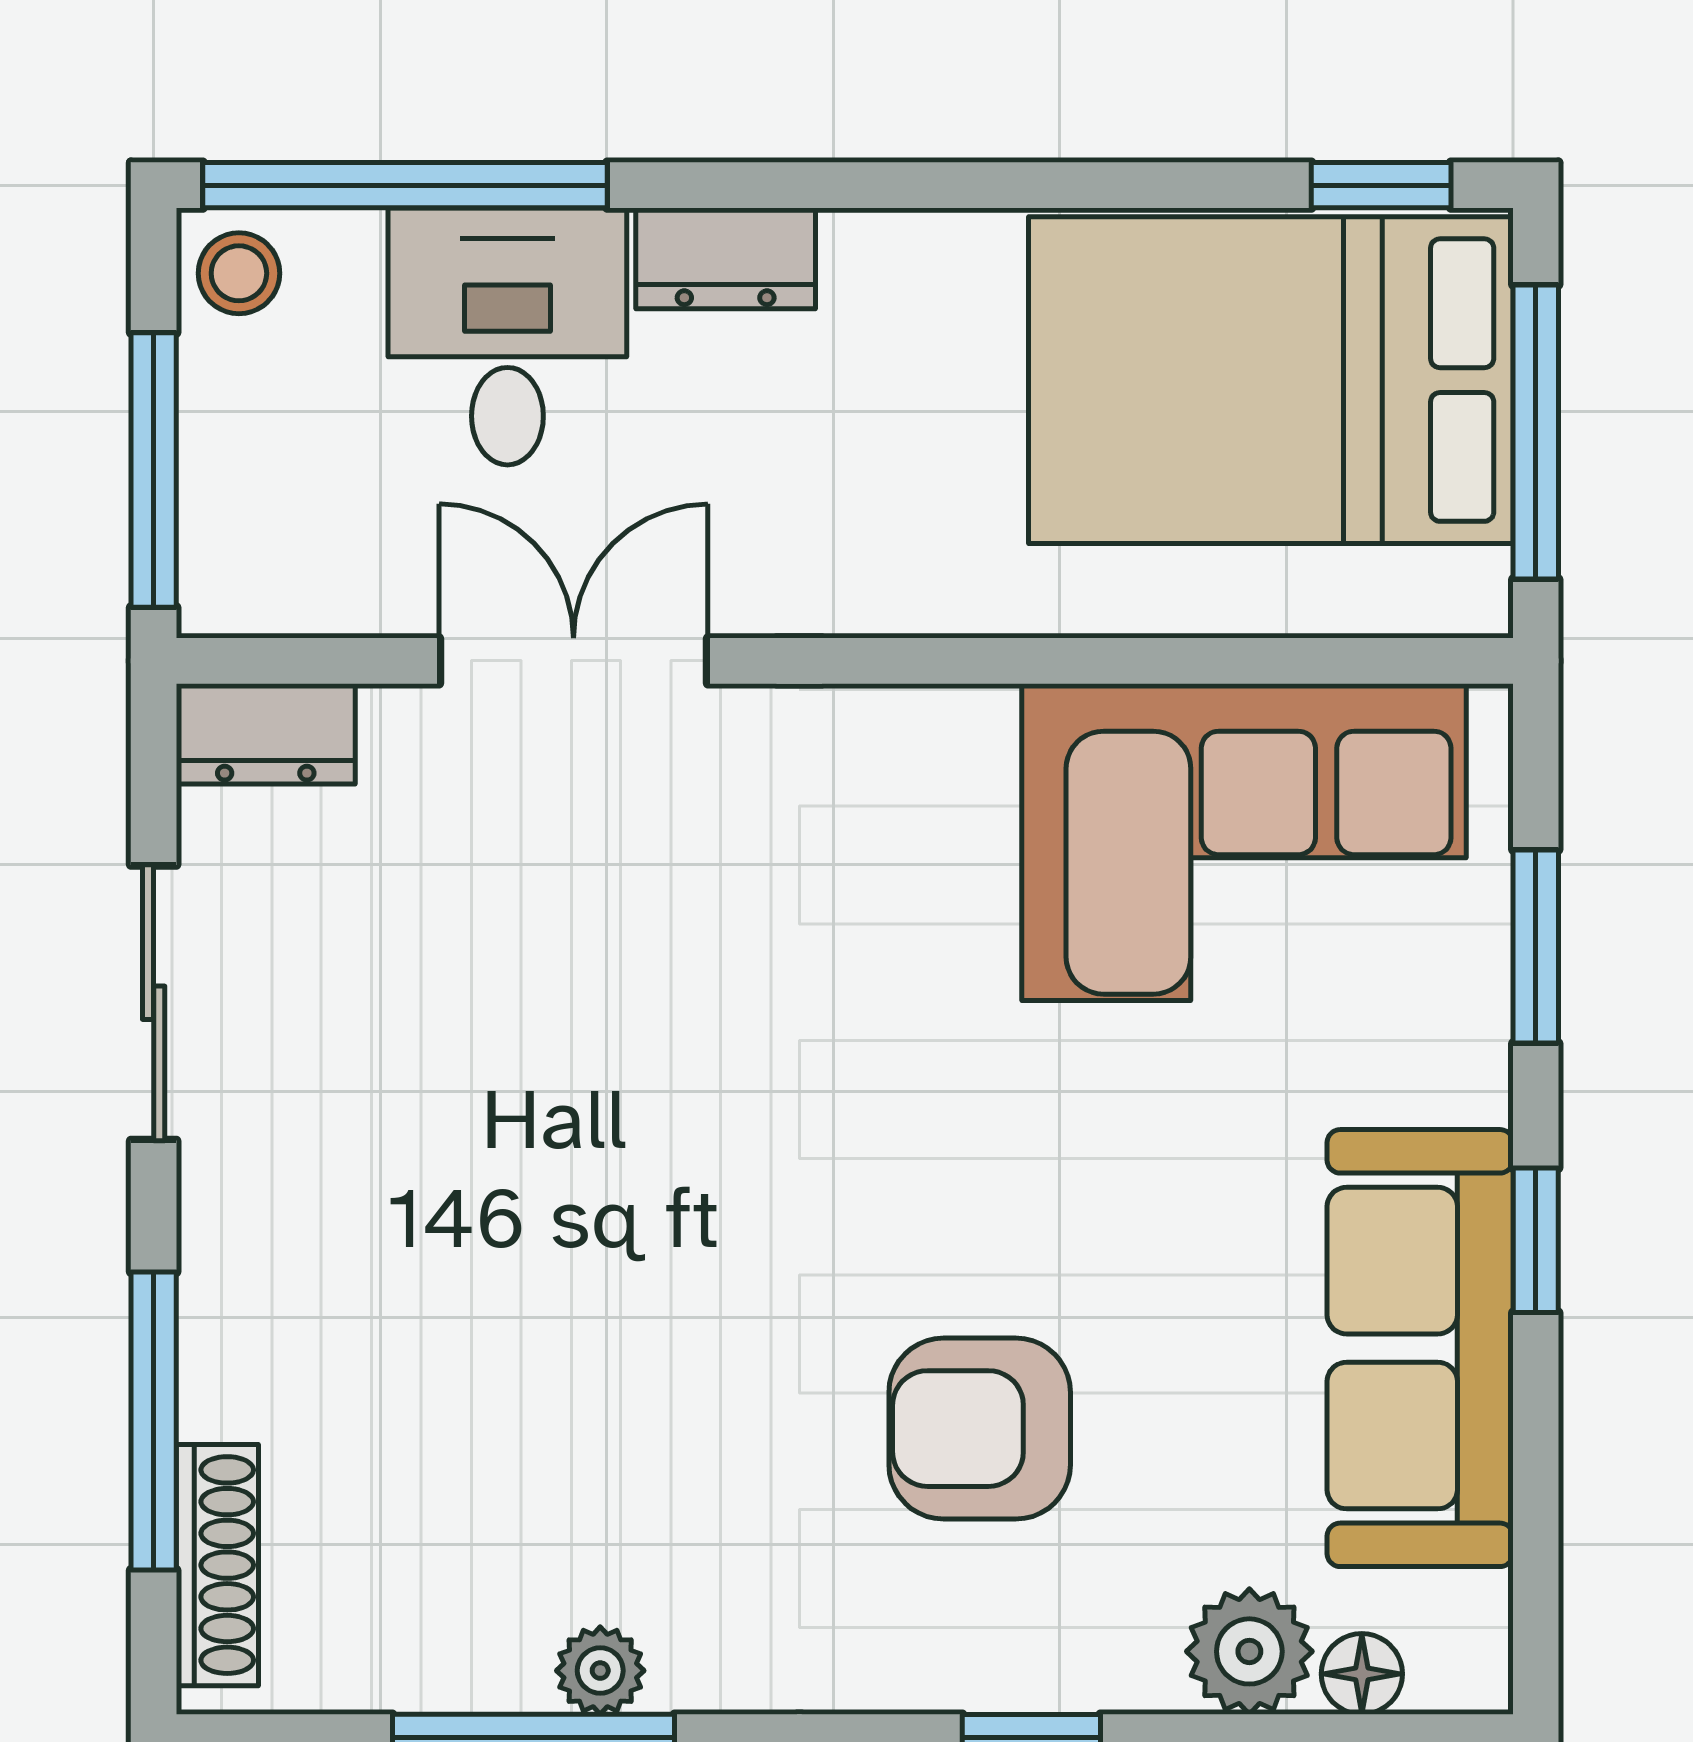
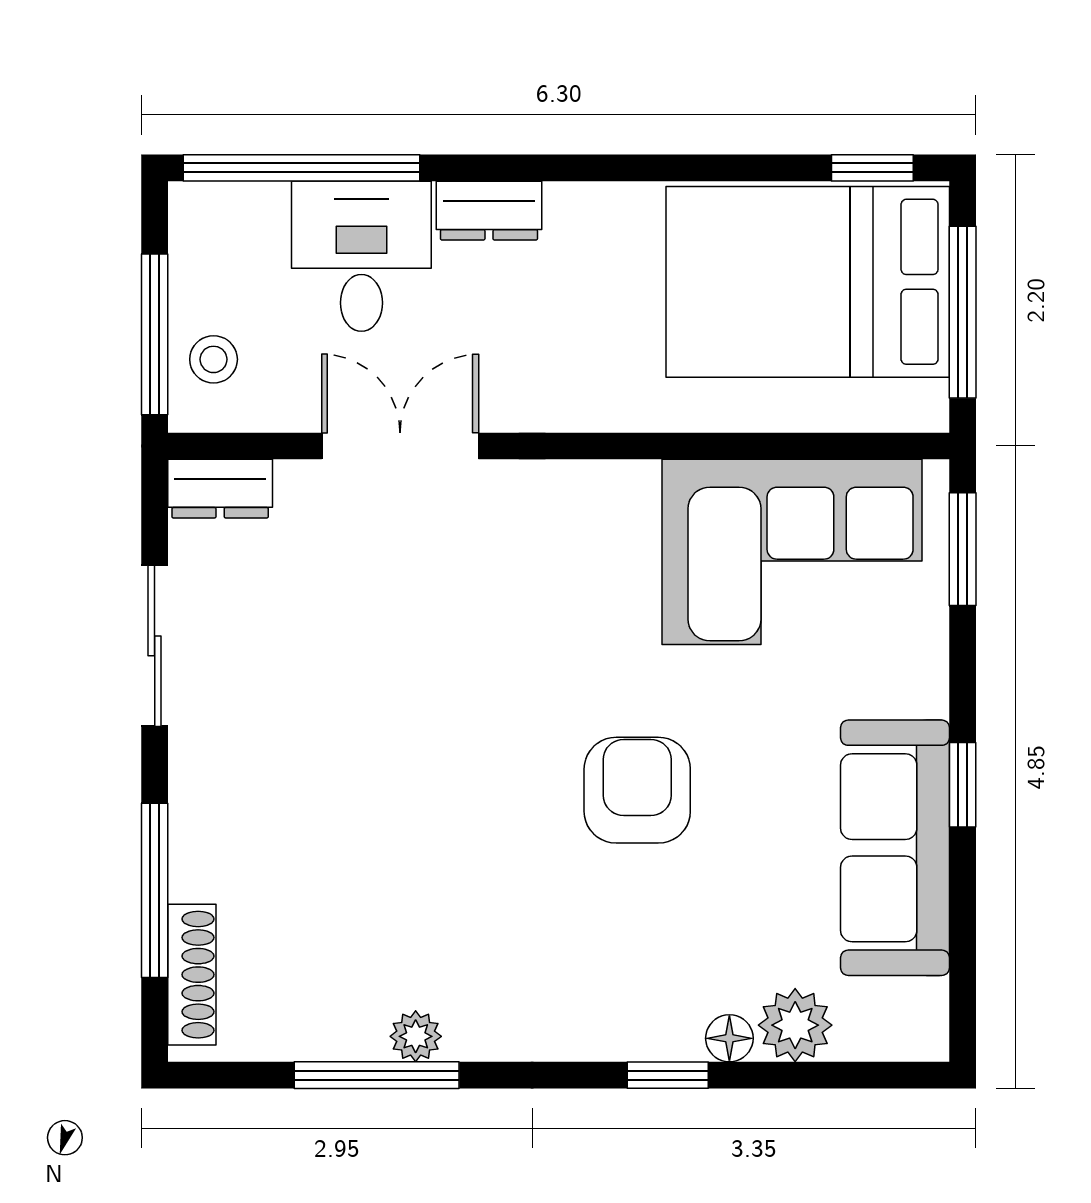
stool: (239, 273) -> (214, 359), moved
window: (1536, 947) -> (963, 549), moved
armchair: (980, 1429) -> (637, 790), moved, turned 90
floor lamp: (1362, 1674) -> (729, 1038), moved

